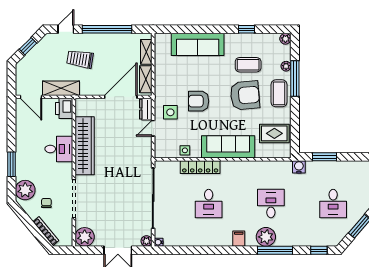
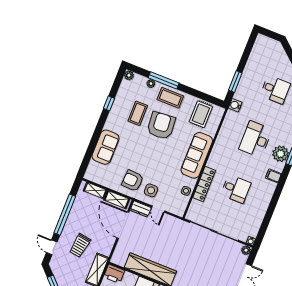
sofa: (198, 44) -> (105, 147), width x0.73
armchair: (199, 101) -> (133, 181), moved, turned 93
desk: (271, 204) -> (256, 139), width x1.37

